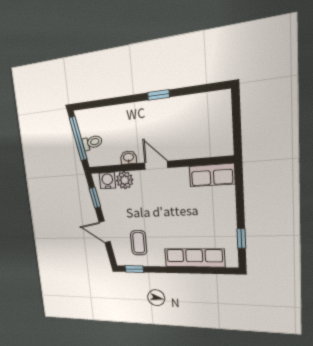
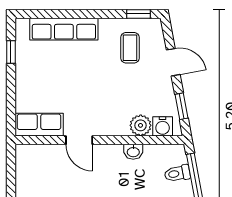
door: (156, 165) -> (79, 140), moved

